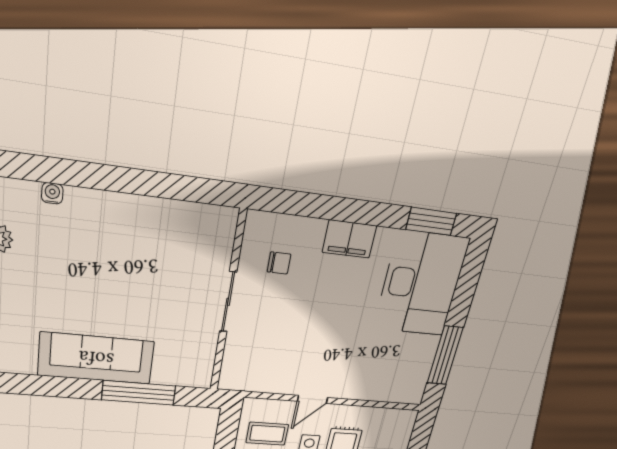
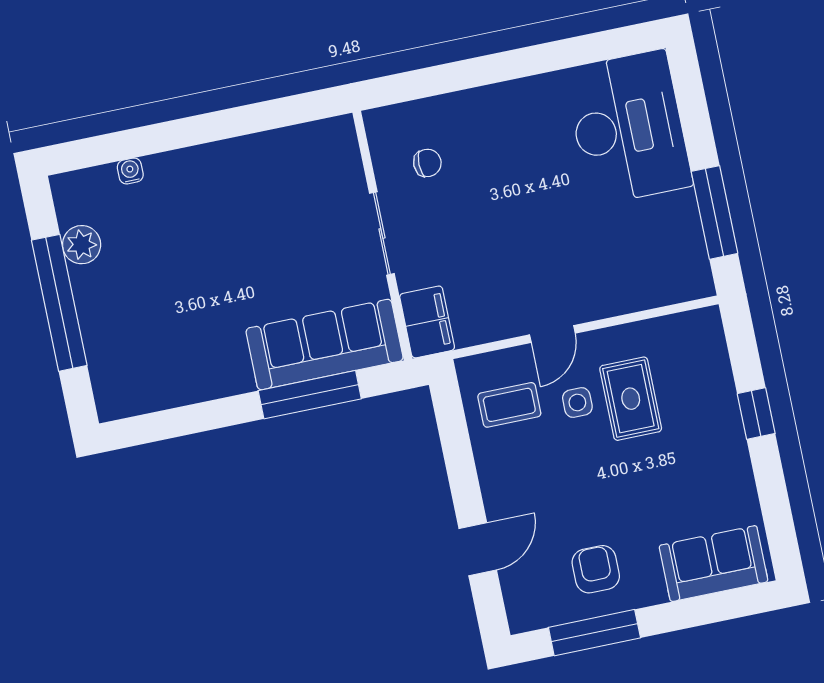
window: (431, 221) -> (601, 46), removed
filing cabinet: (349, 239) -> (427, 322), moved, turned -90
sofa: (96, 358) -> (325, 344), moved

